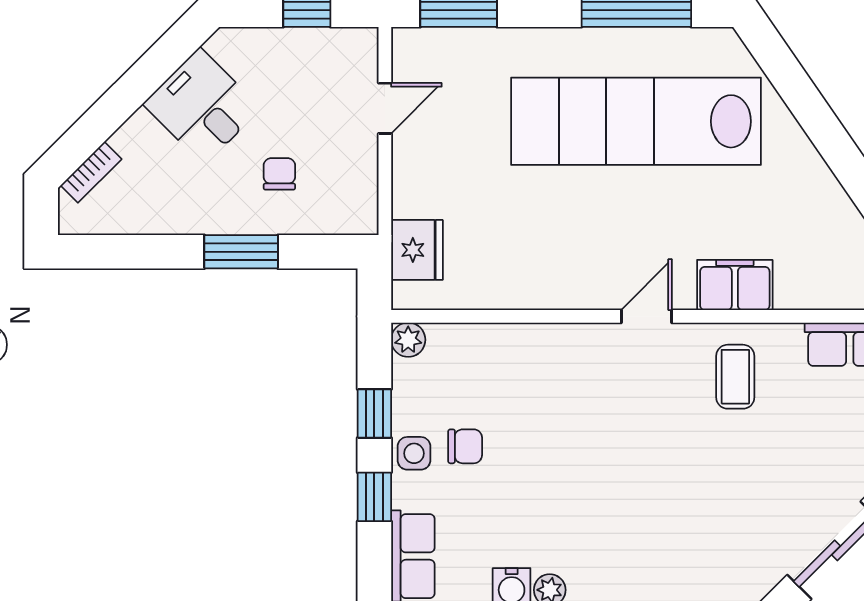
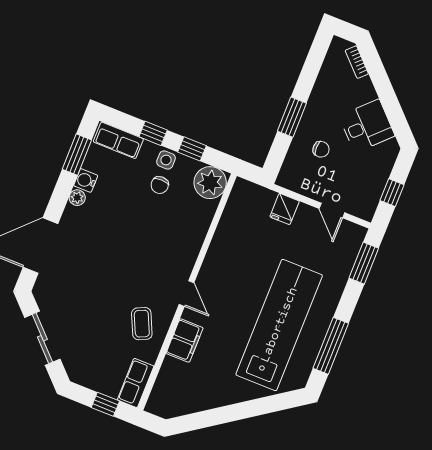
fridge: (417, 250) -> (285, 209), moved, width x0.72
plant: (408, 340) -> (210, 183), width x1.88, depth x1.88
coffee table: (735, 377) -> (142, 324), turned 65

